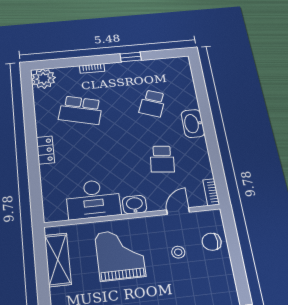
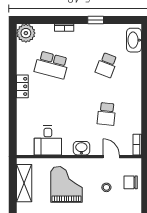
washbasin: (193, 123) -> (134, 40), moved
locker: (45, 150) -> (22, 86), moved
desk: (93, 199) -> (48, 140), width x0.73
door: (178, 211) -> (111, 157), hinge flipped

